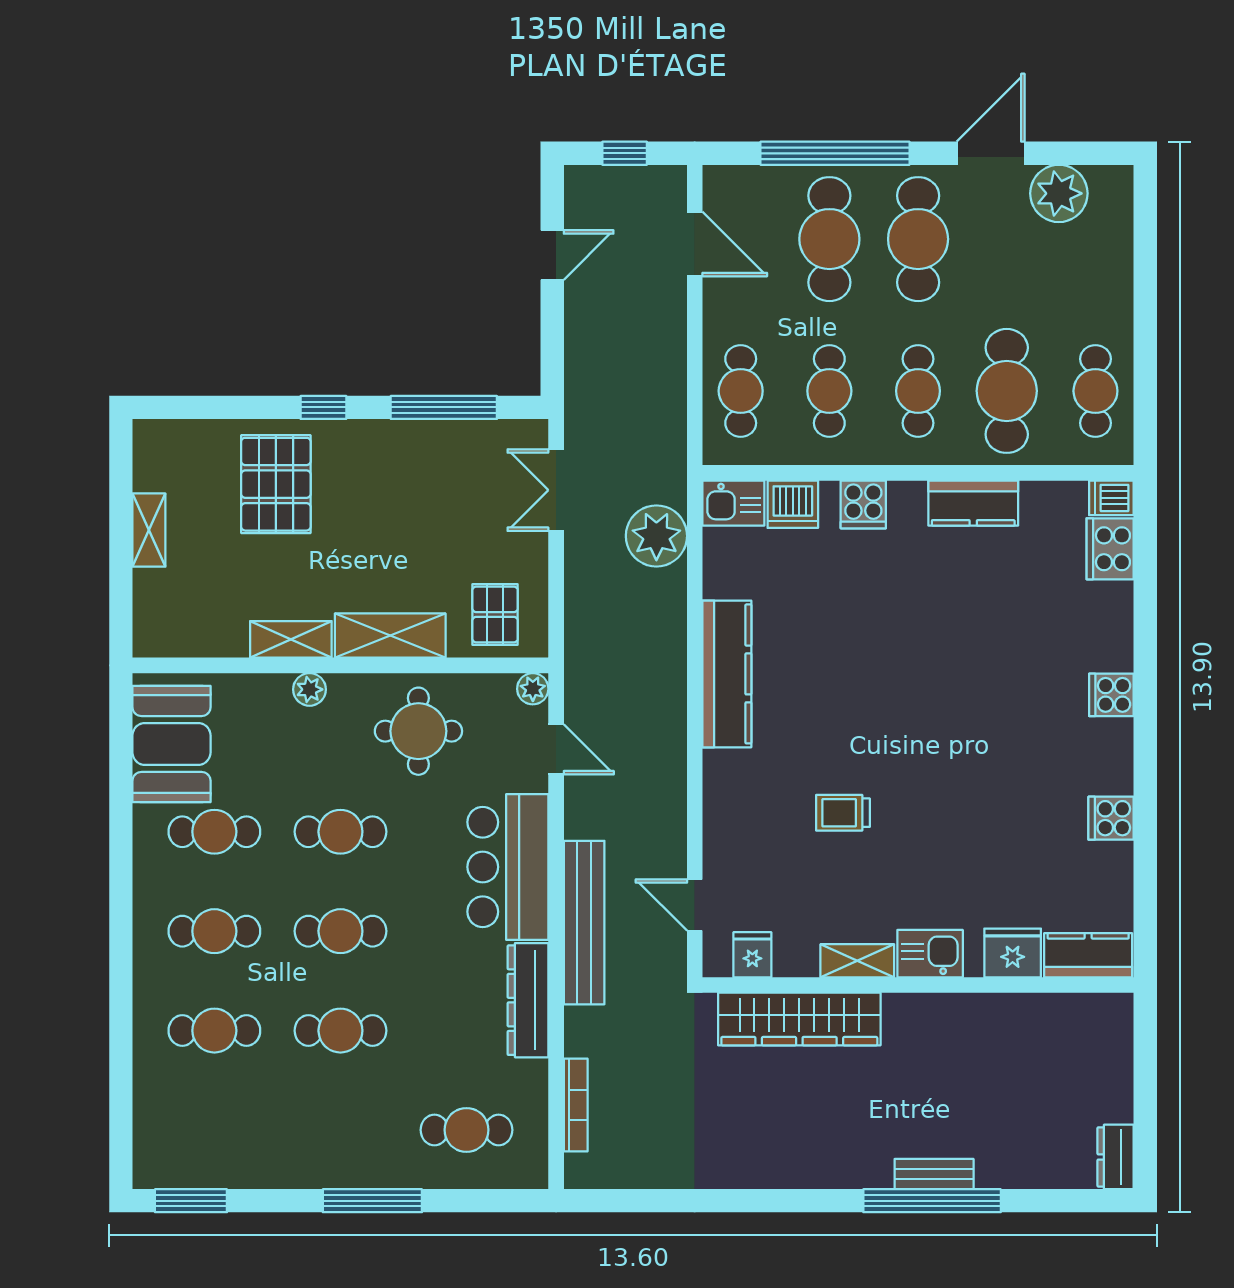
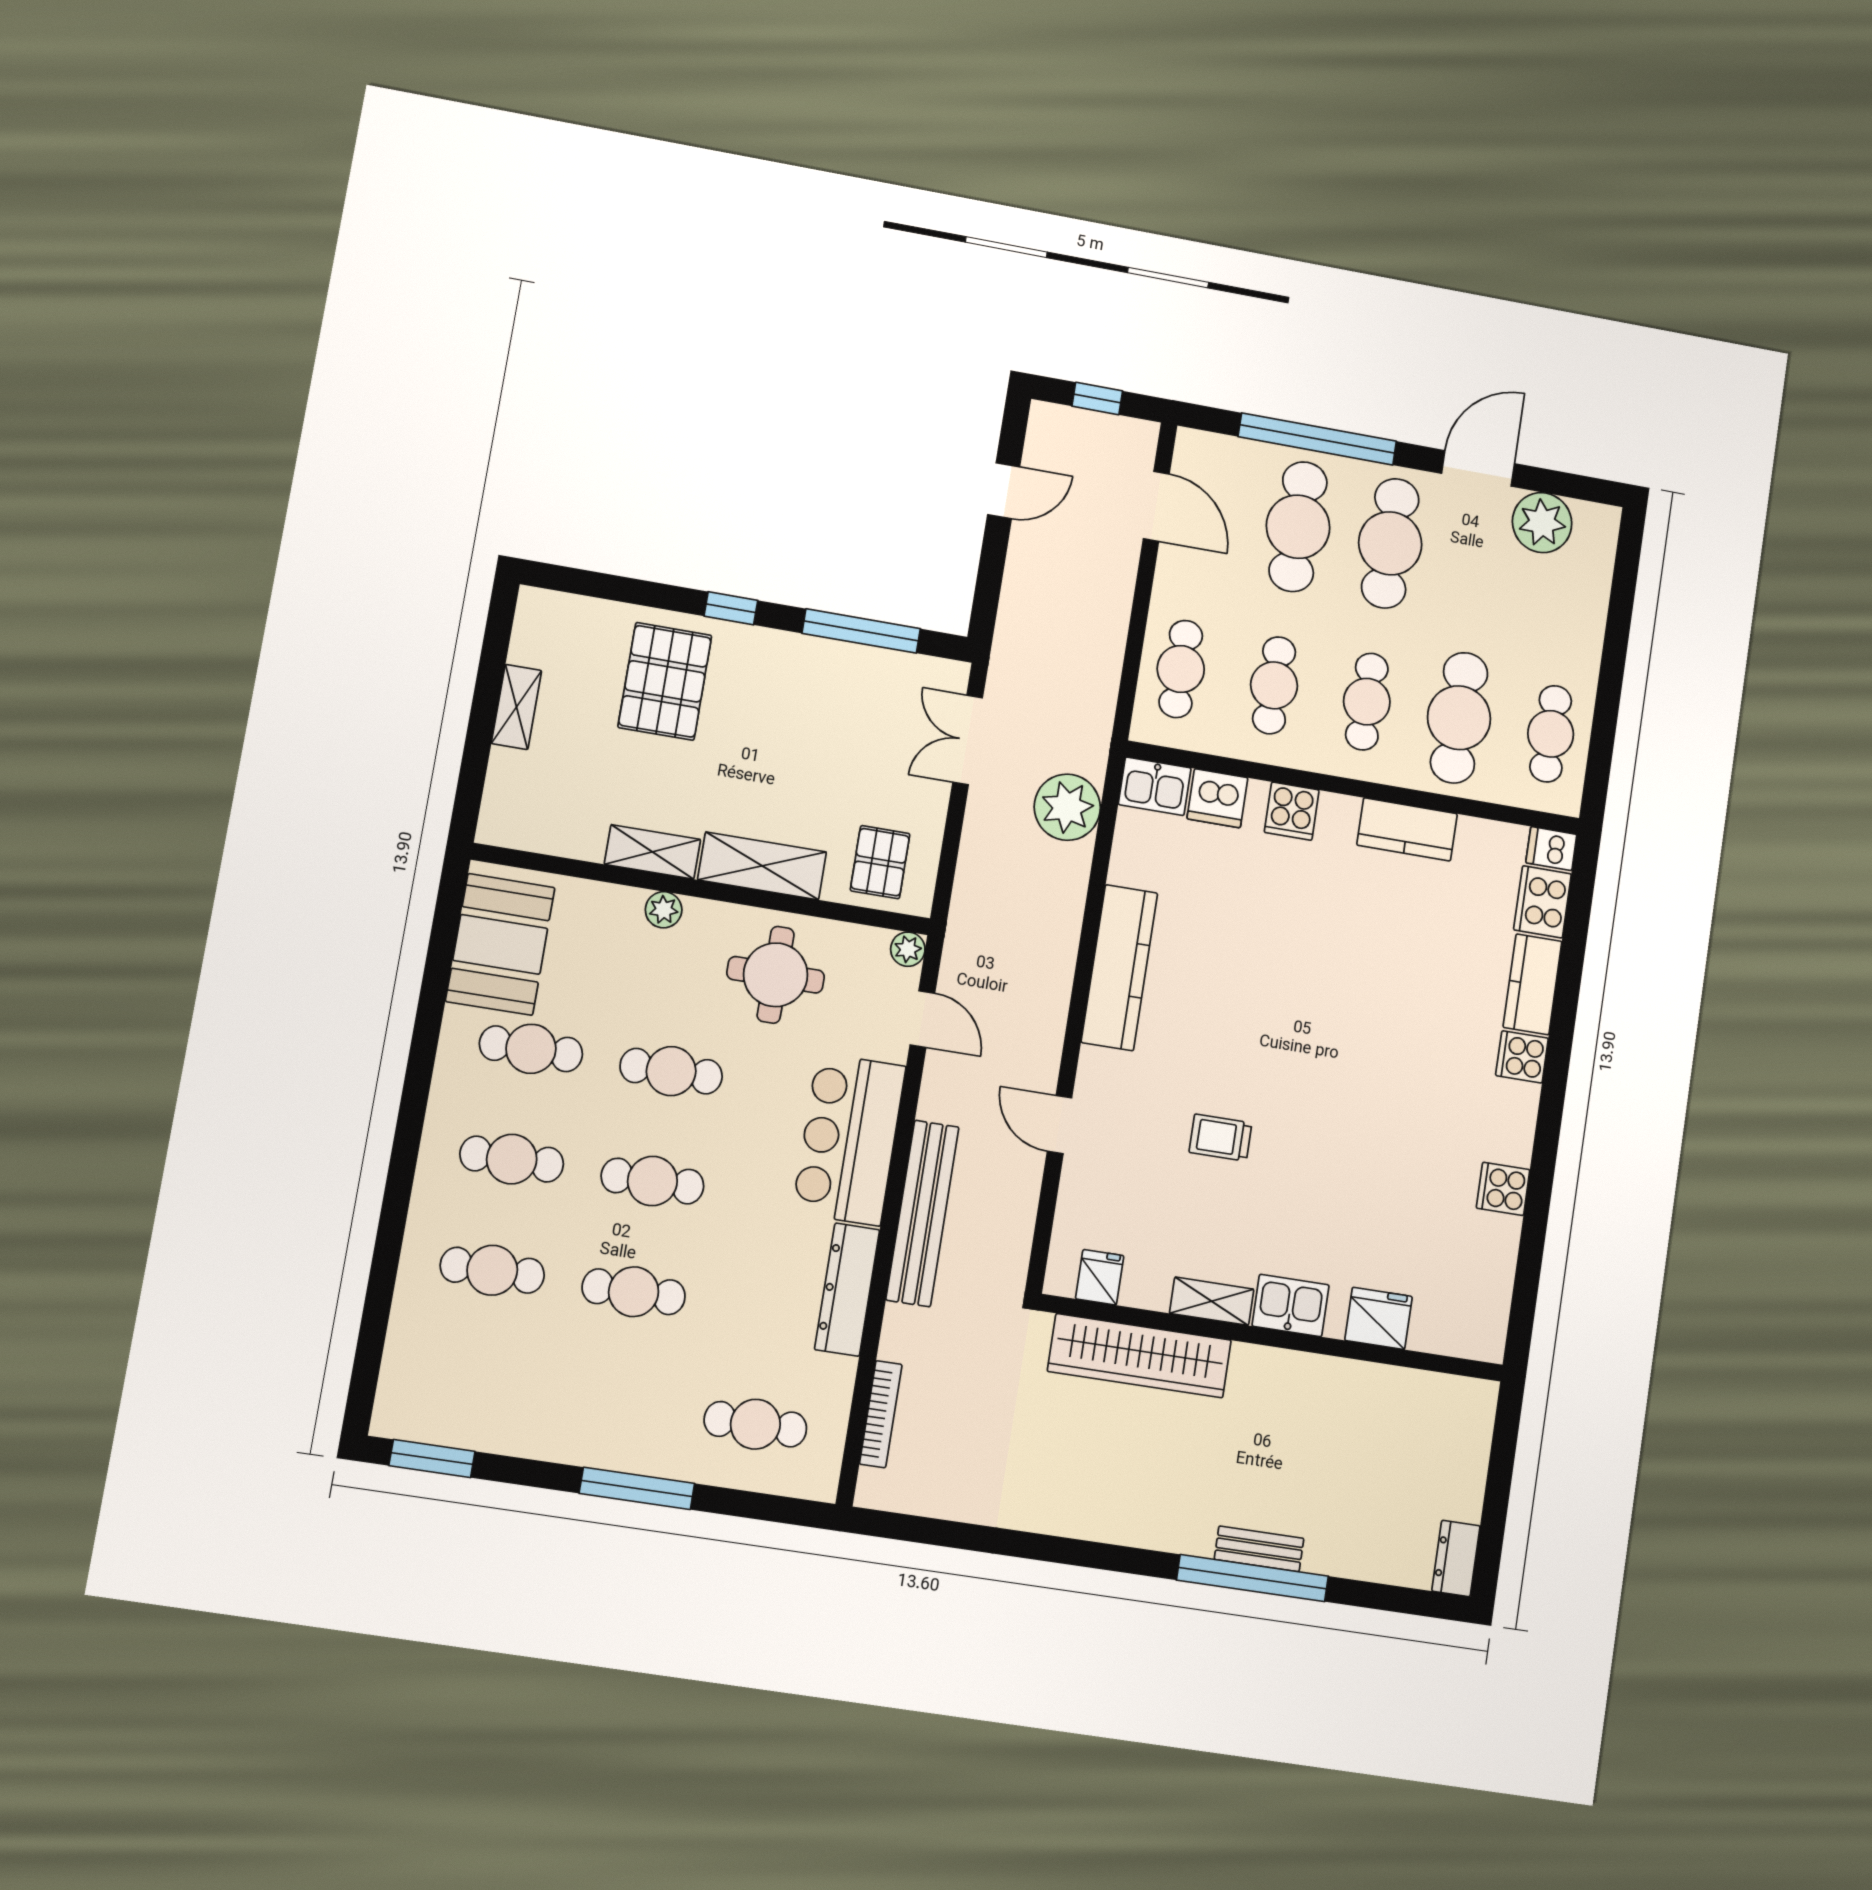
door: (695, 905) -> (1060, 1125), moved
kitchen counter: (1088, 955) -> (1532, 984), moved, turned -90

